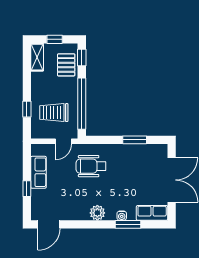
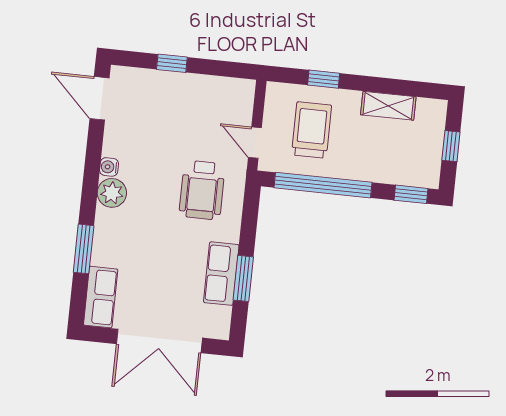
shelving: (37, 57) -> (388, 106), moved
pallet: (66, 65) -> (400, 163), removed
wheelchair: (91, 166) -> (202, 190), turned 180
row of seats: (38, 172) -> (221, 274), moved, turned 90
water cooler: (122, 216) -> (109, 167), moved

